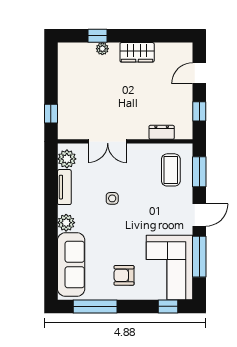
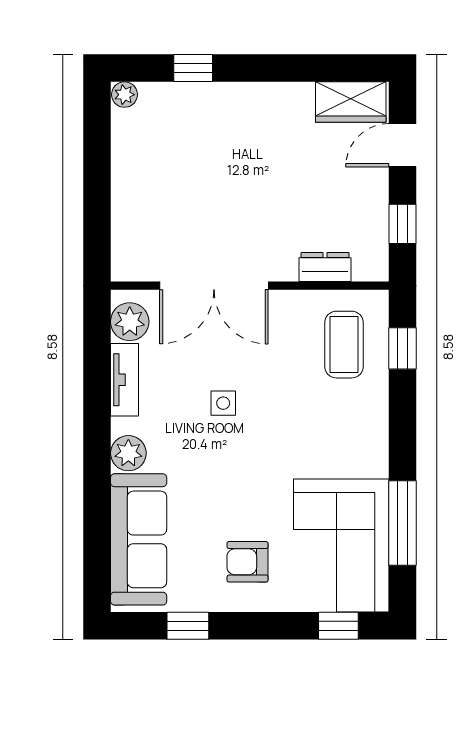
plant: (102, 49) -> (124, 95), moved
wardrobe: (137, 52) -> (351, 102), moved
window: (51, 114) -> (97, 228), removed
double door: (108, 141) -> (214, 286), width x1.37
window: (199, 172) -> (402, 348), width x0.67
door: (199, 215) -> (402, 437), removed
window: (95, 306) -> (188, 626), width x0.46

